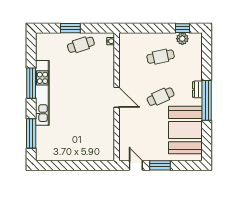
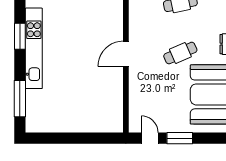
window: (31, 83) -> (20, 36), width x0.69
door: (117, 97) -> (126, 54), swing flipped

